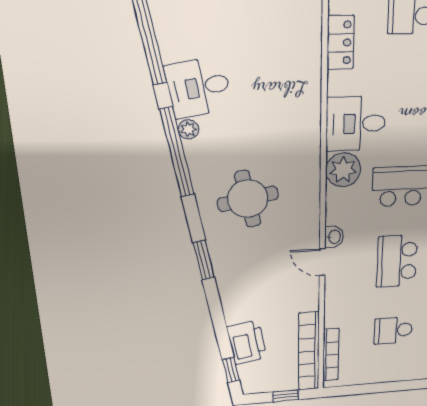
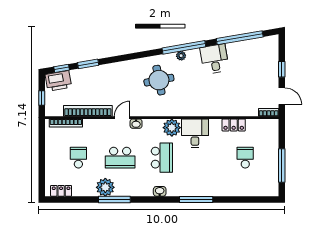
plant: (189, 129) -> (181, 56), moved
window: (204, 260) -> (88, 64), moved
school desk: (397, 261) -> (120, 158), turned 180
printer: (247, 342) -> (58, 81), moved
bookcase: (309, 351) -> (88, 111), moved

